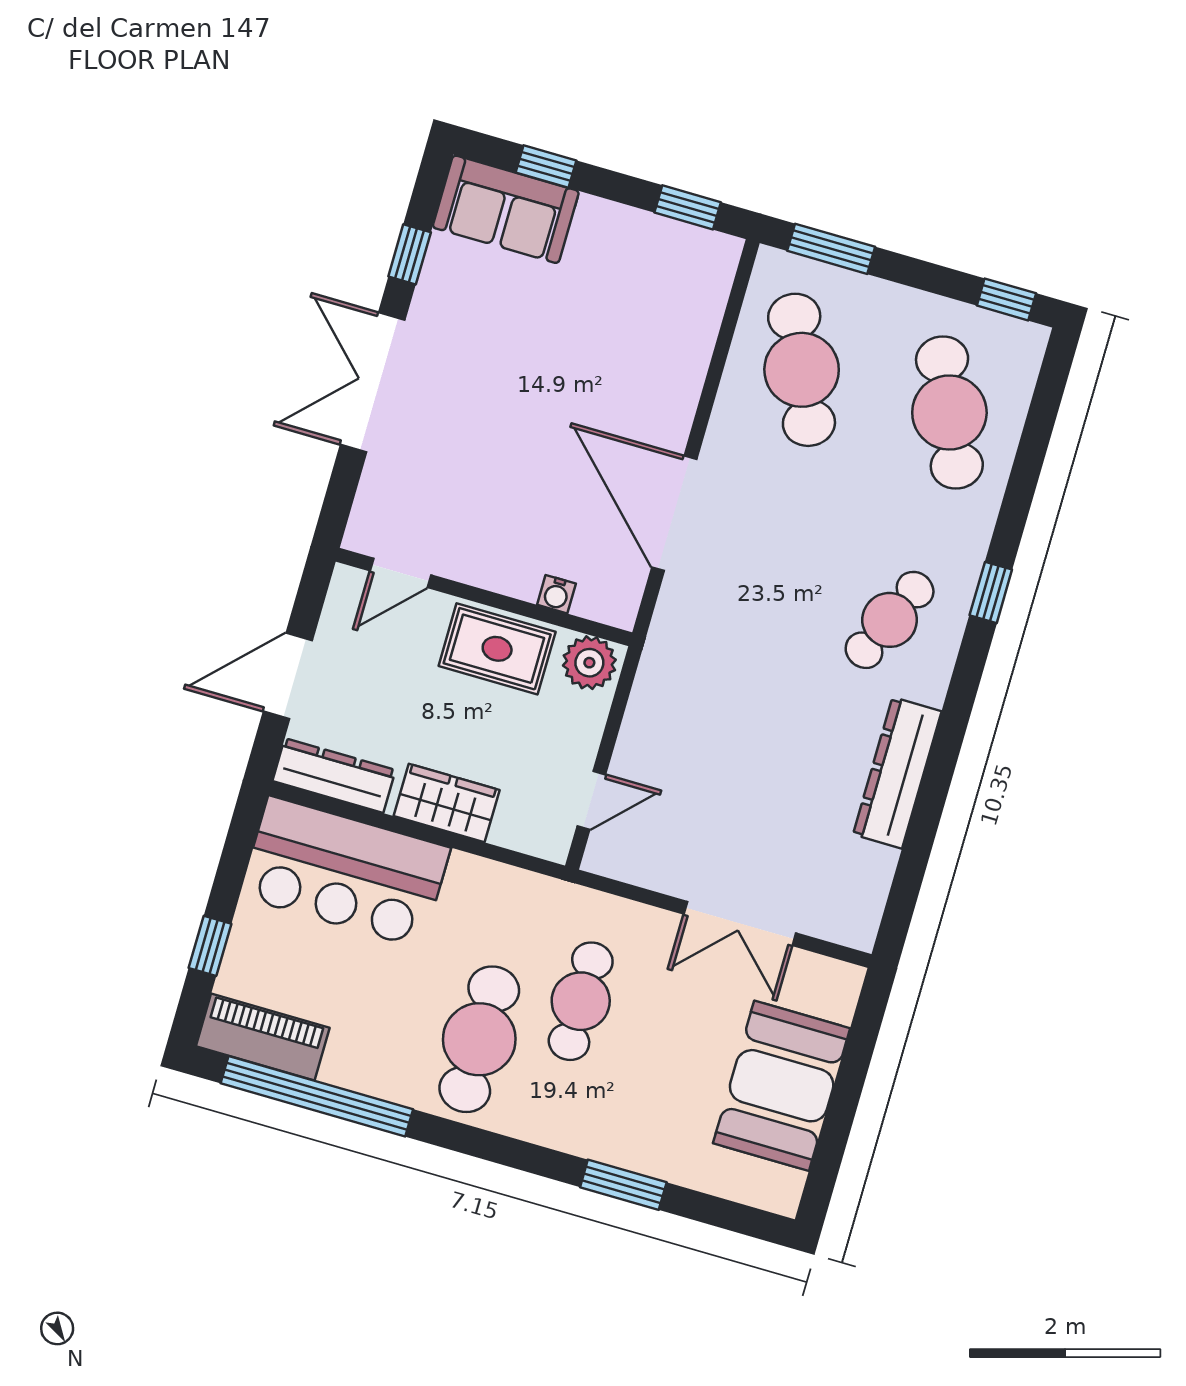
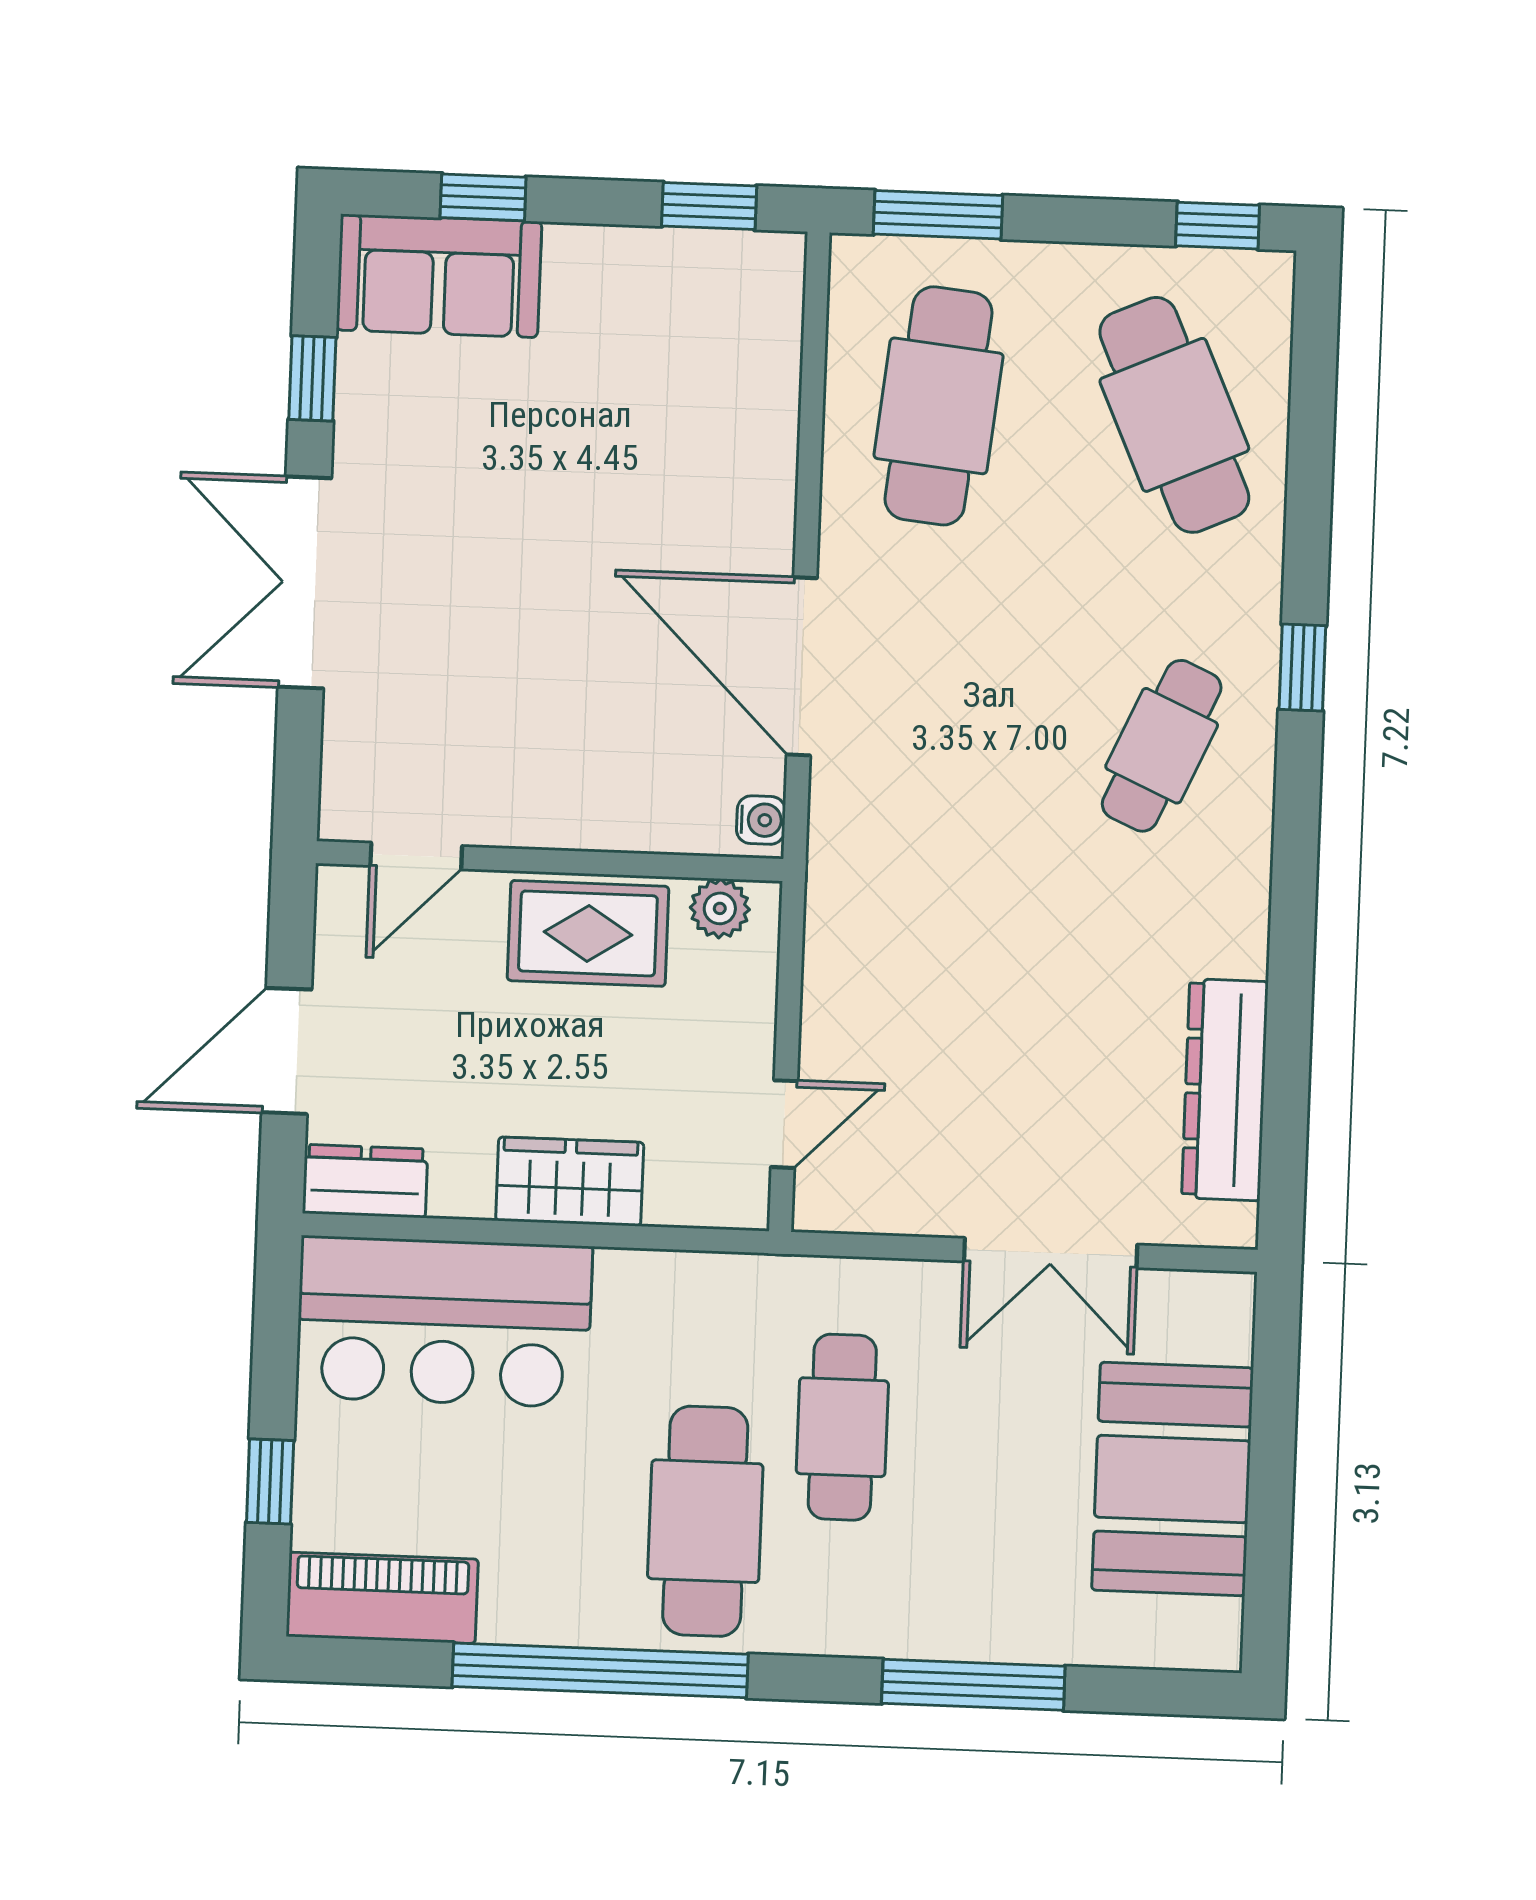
cafe table: (802, 370) -> (939, 406), turned 30
water cooler: (556, 594) -> (761, 820), moved, turned -90
plant: (589, 663) -> (720, 908), width x0.73, depth x0.73
dresser: (897, 773) -> (1225, 1090), moved
dresser: (334, 776) -> (365, 1181), width x0.70
window: (317, 1096) -> (600, 1670), moved
window: (623, 1185) -> (973, 1685), width x1.44

